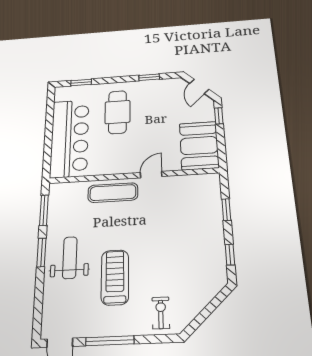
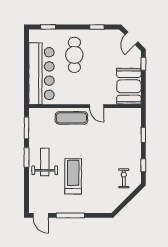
door: (151, 175) -> (97, 106), swing flipped
exercise bike: (161, 313) -> (124, 178), moved

